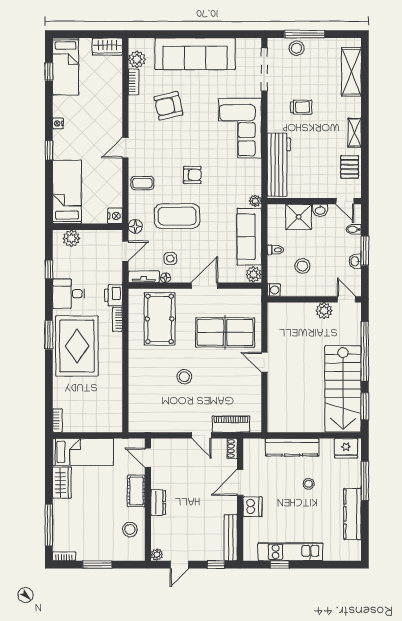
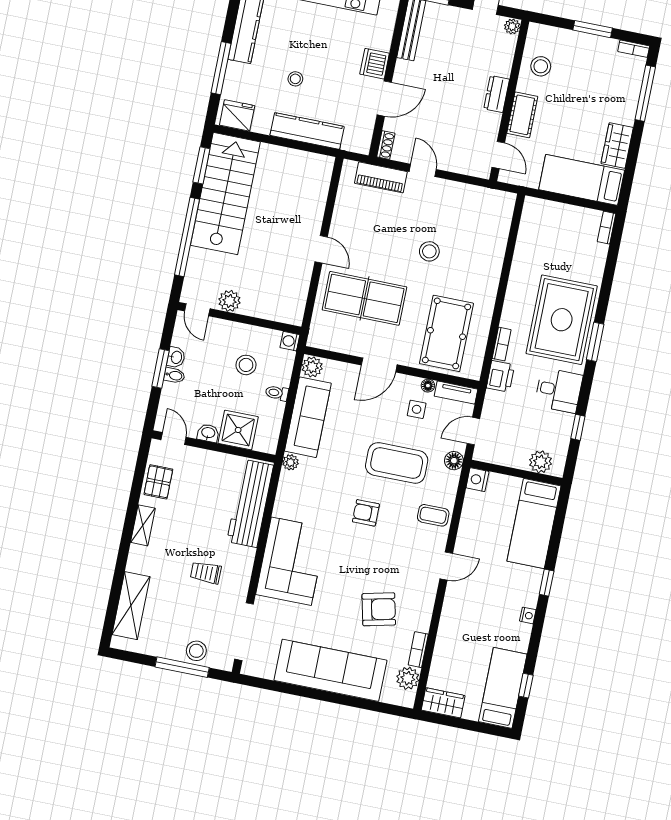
bidet: (354, 229) -> (174, 375), moved

